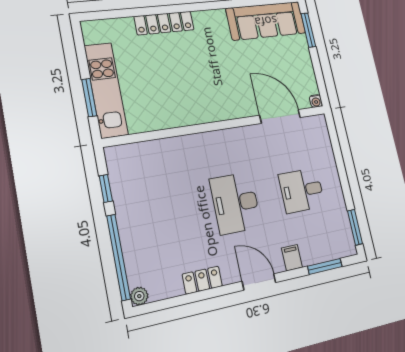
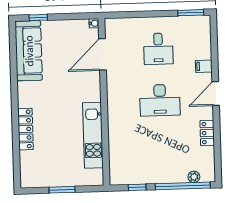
window: (308, 30) -> (38, 18), width x0.67
kitchen unit: (106, 90) -> (93, 135), moved, turned -90
window: (89, 98) -> (62, 190), moved
window: (325, 266) -> (214, 43), removed
plant: (139, 296) -> (194, 177), moved

